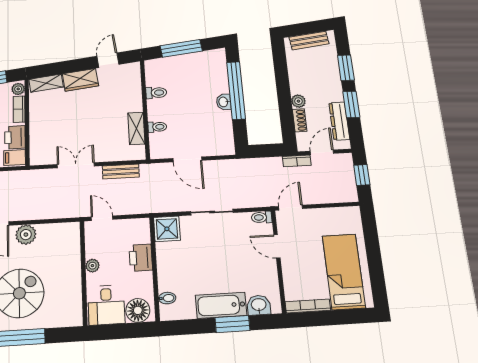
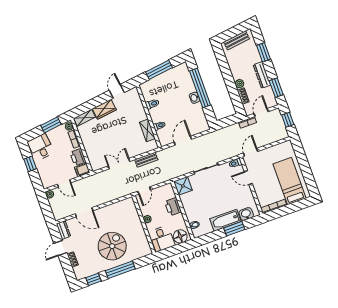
window: (351, 104) -> (276, 88), moved
dresser: (339, 121) -> (262, 75), moved
door: (187, 159) -> (183, 141), swing flipped
door: (102, 218) -> (144, 191), swing flipped
plant: (26, 235) -> (104, 213), removed

